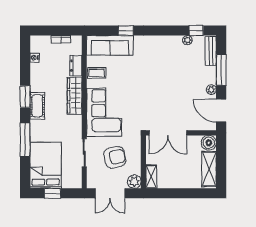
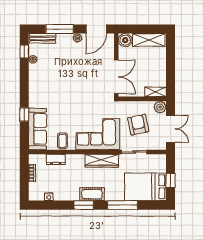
wardrobe: (75, 96) -> (102, 161), moved

